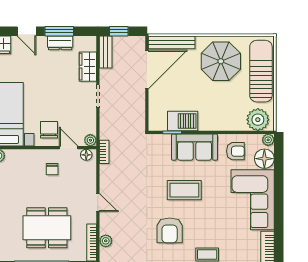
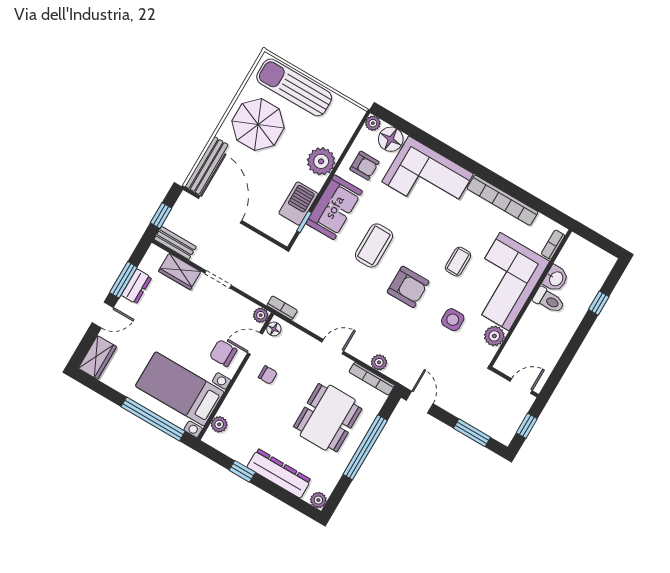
plant: (258, 120) -> (321, 161), moved
armchair: (235, 151) -> (364, 166), turned 90

